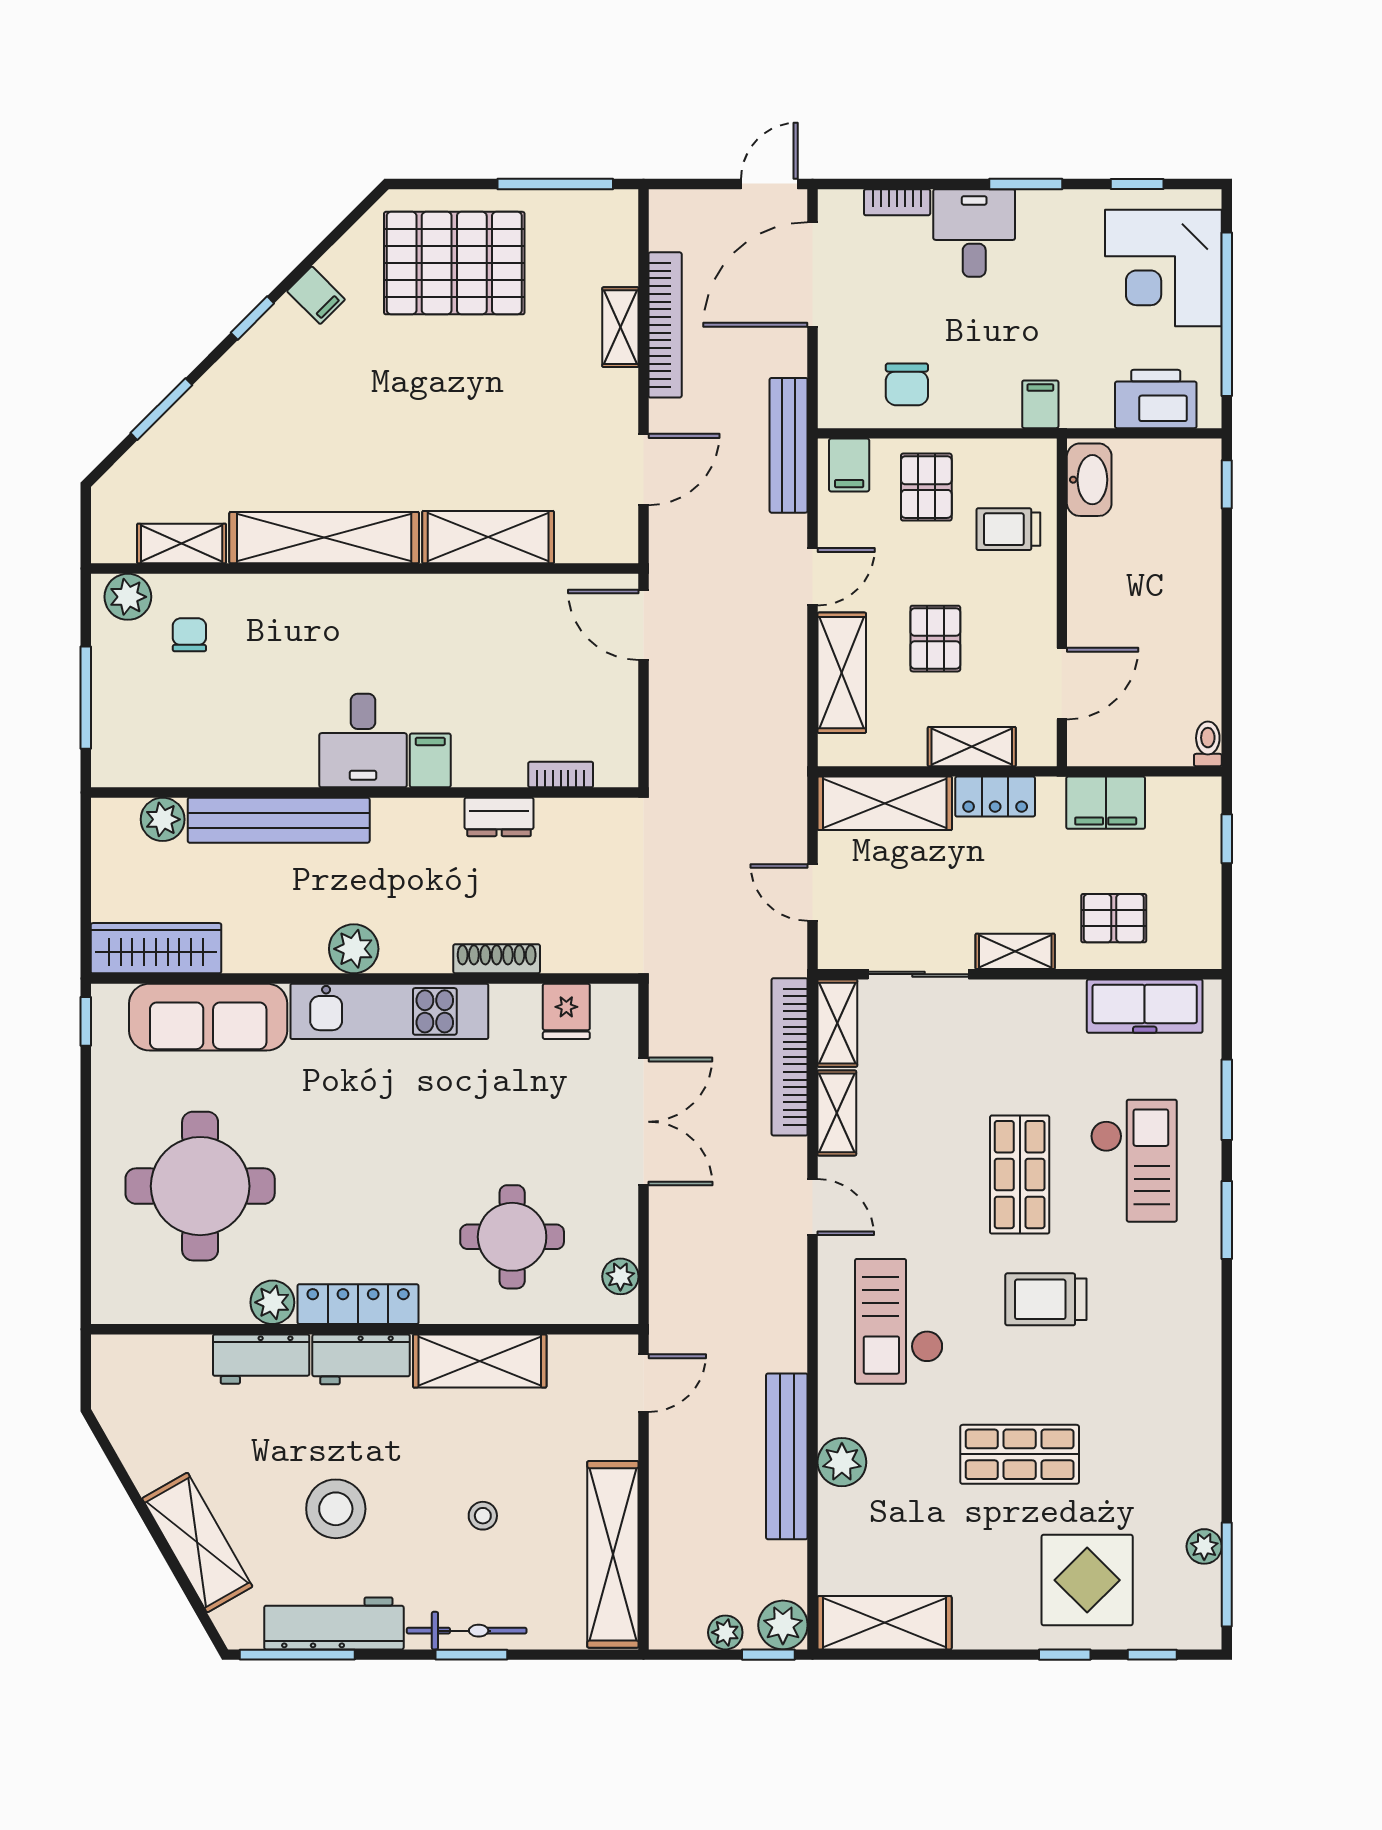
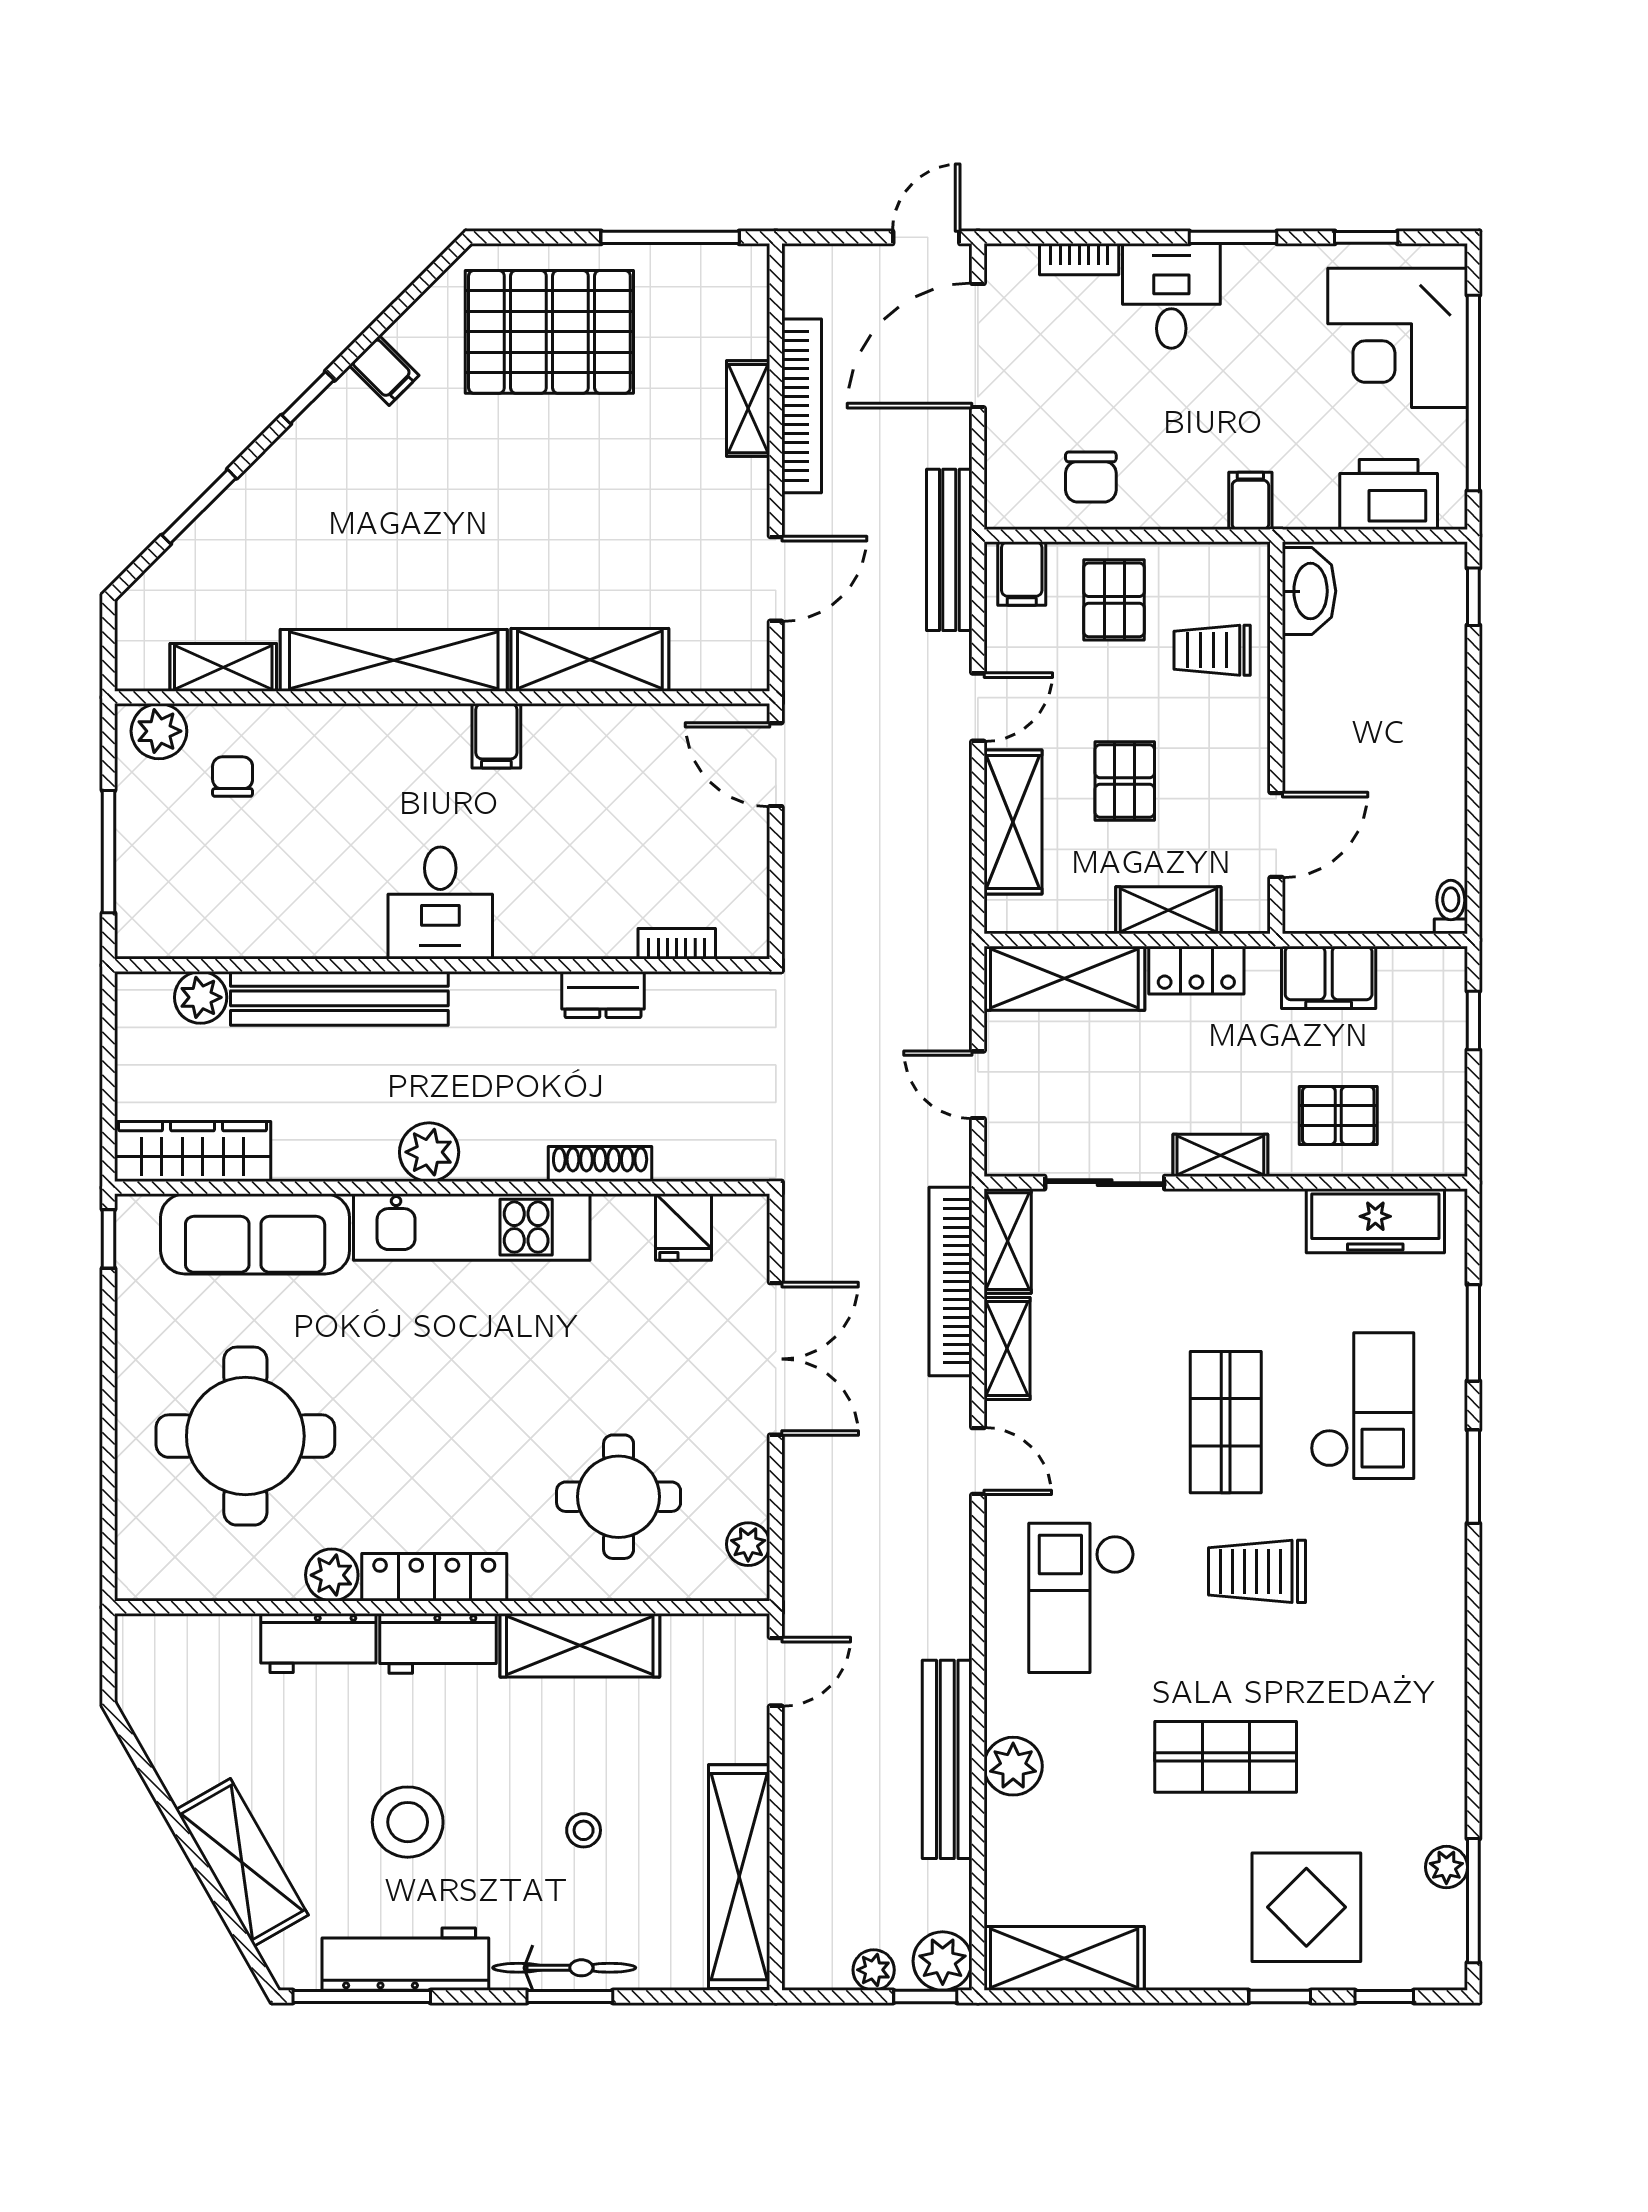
filing cabinet: (430, 760) -> (496, 736), moved, turned 180

